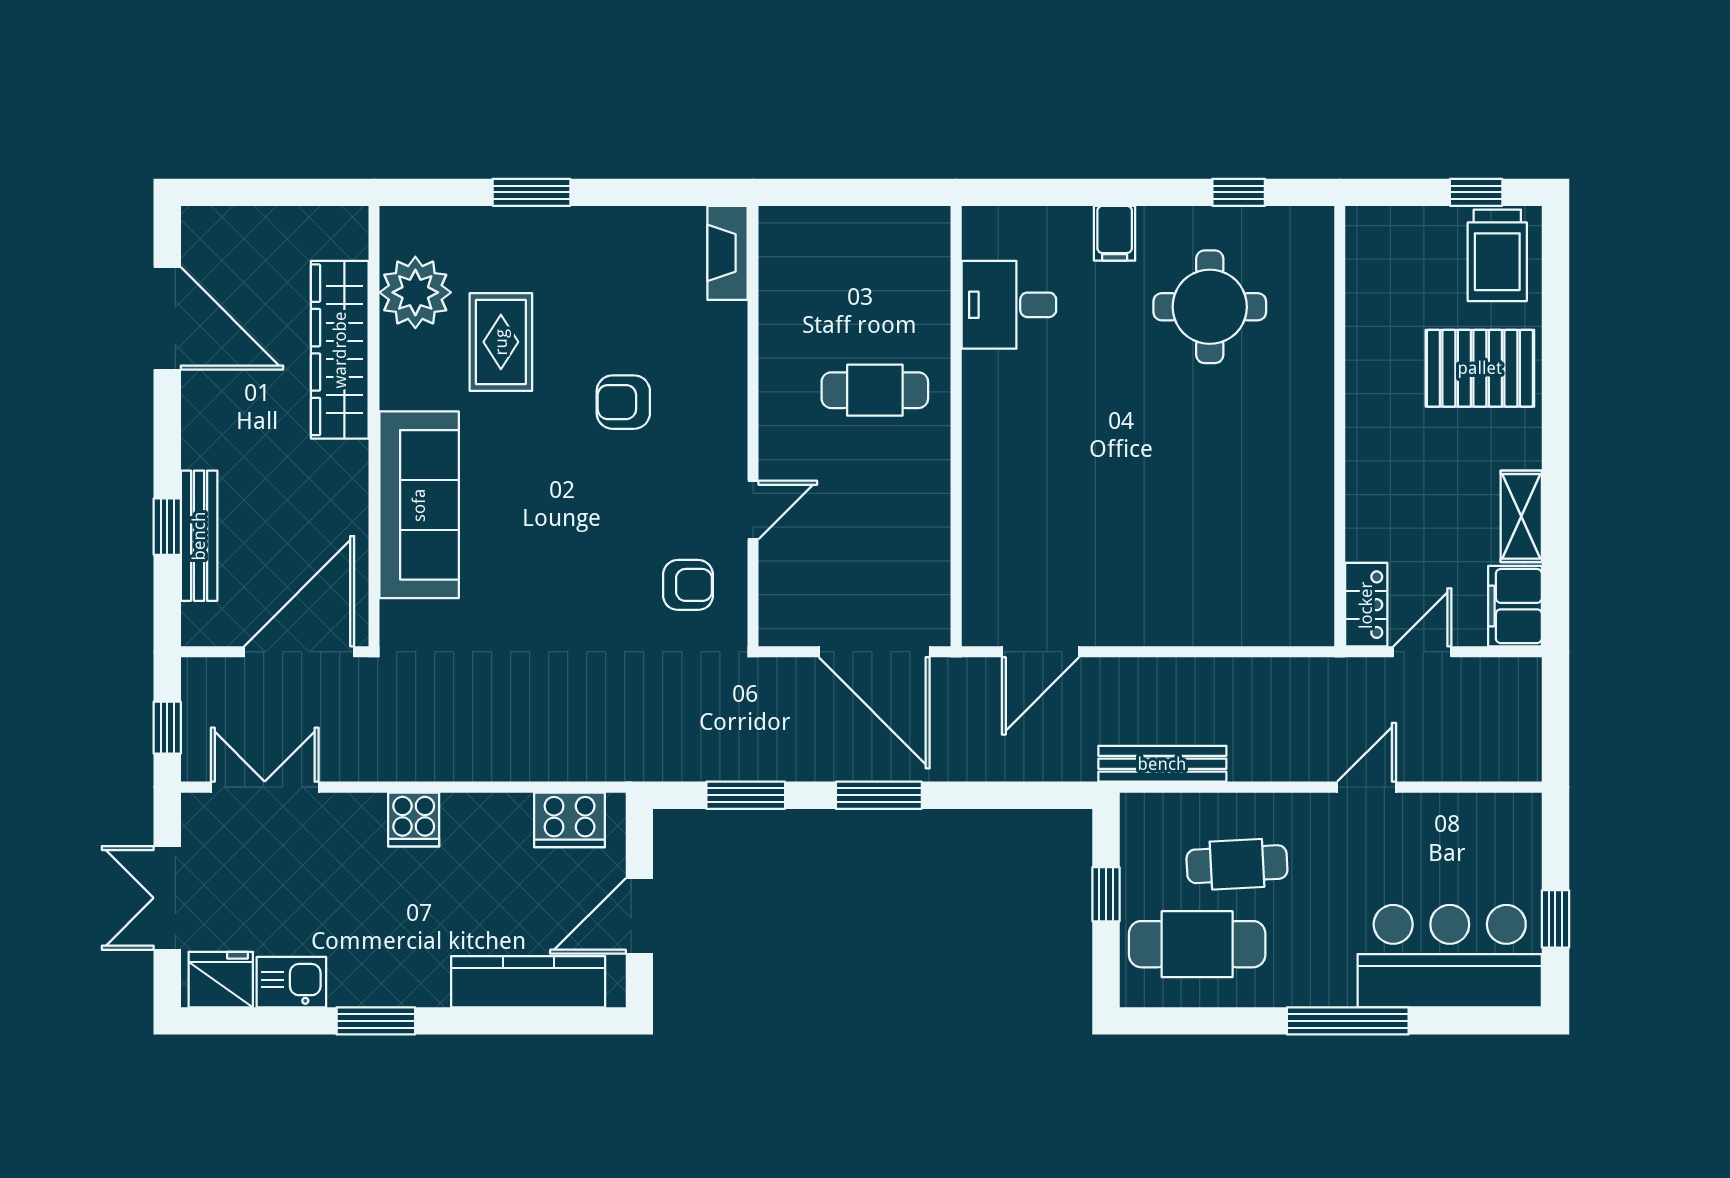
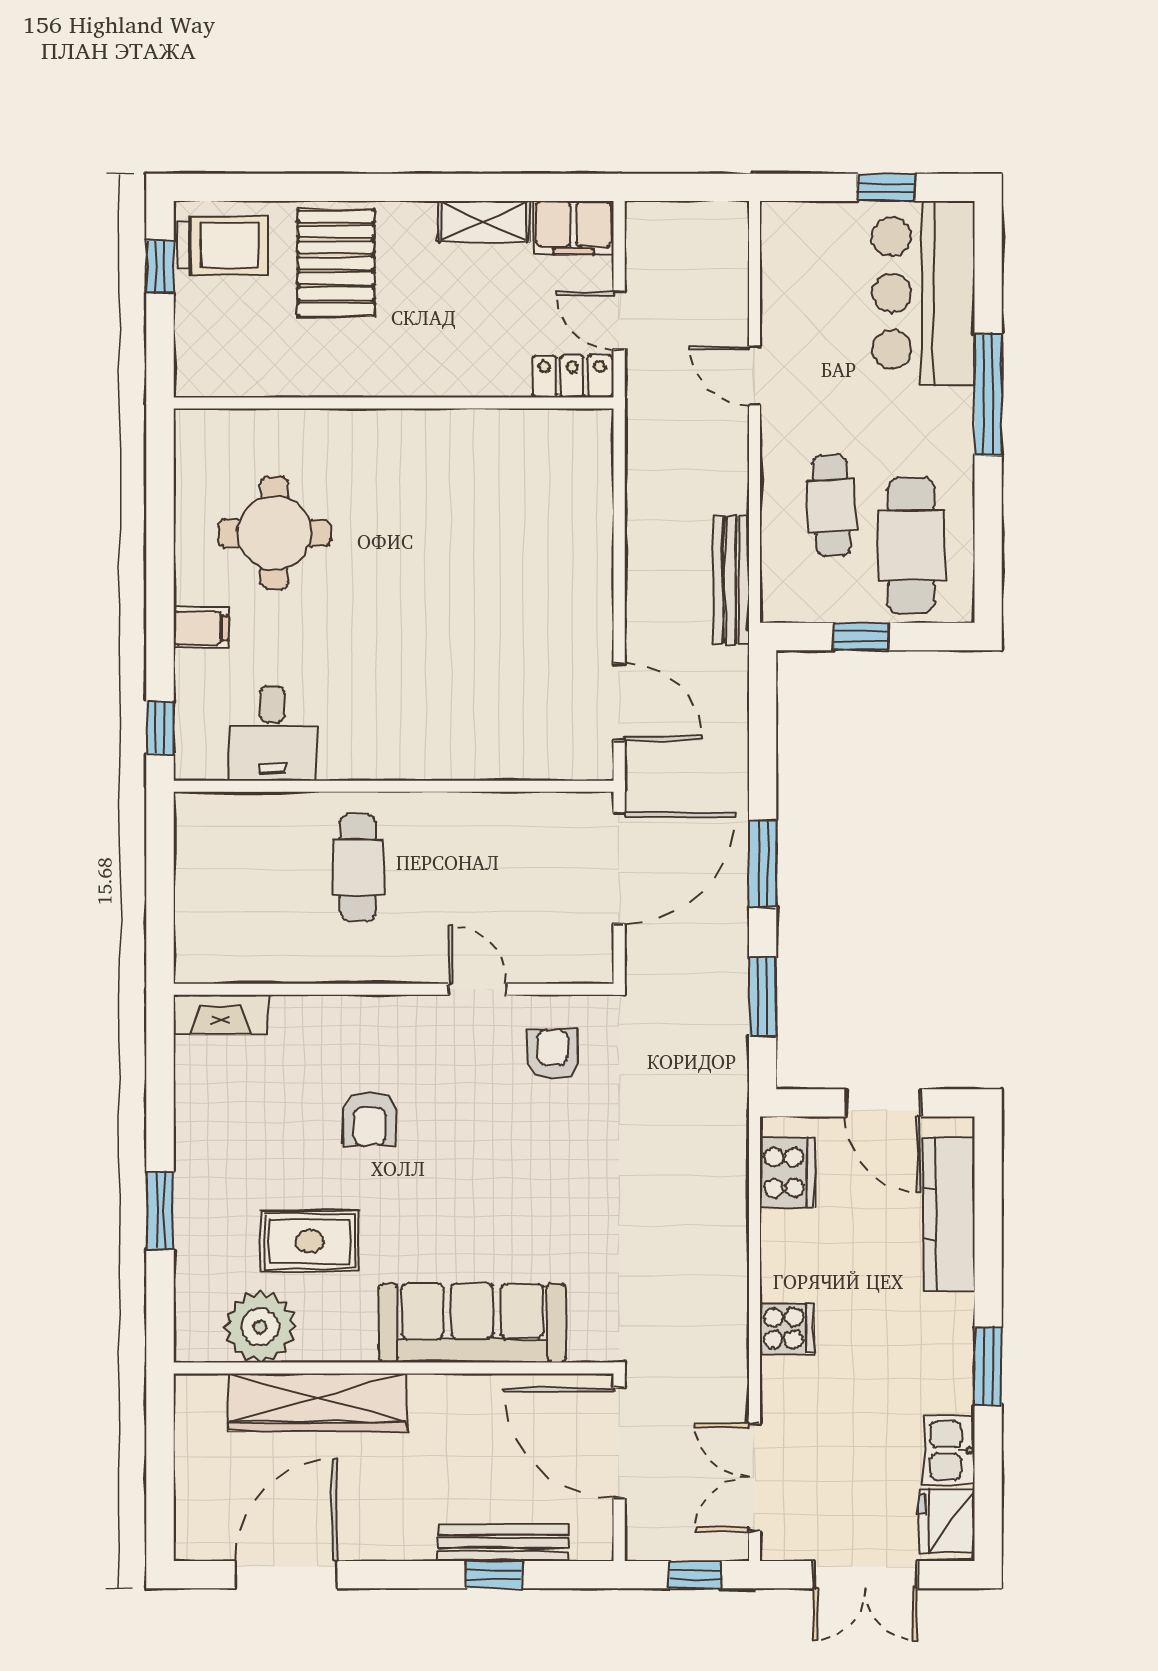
window: (1239, 192) -> (160, 728), moved

